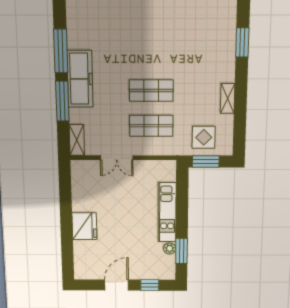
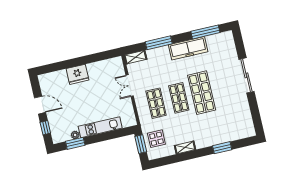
window: (61, 51) -> (205, 32), moved
shop shelf: (151, 54) -> (202, 93), added
freezer: (80, 79) -> (188, 48), moved

